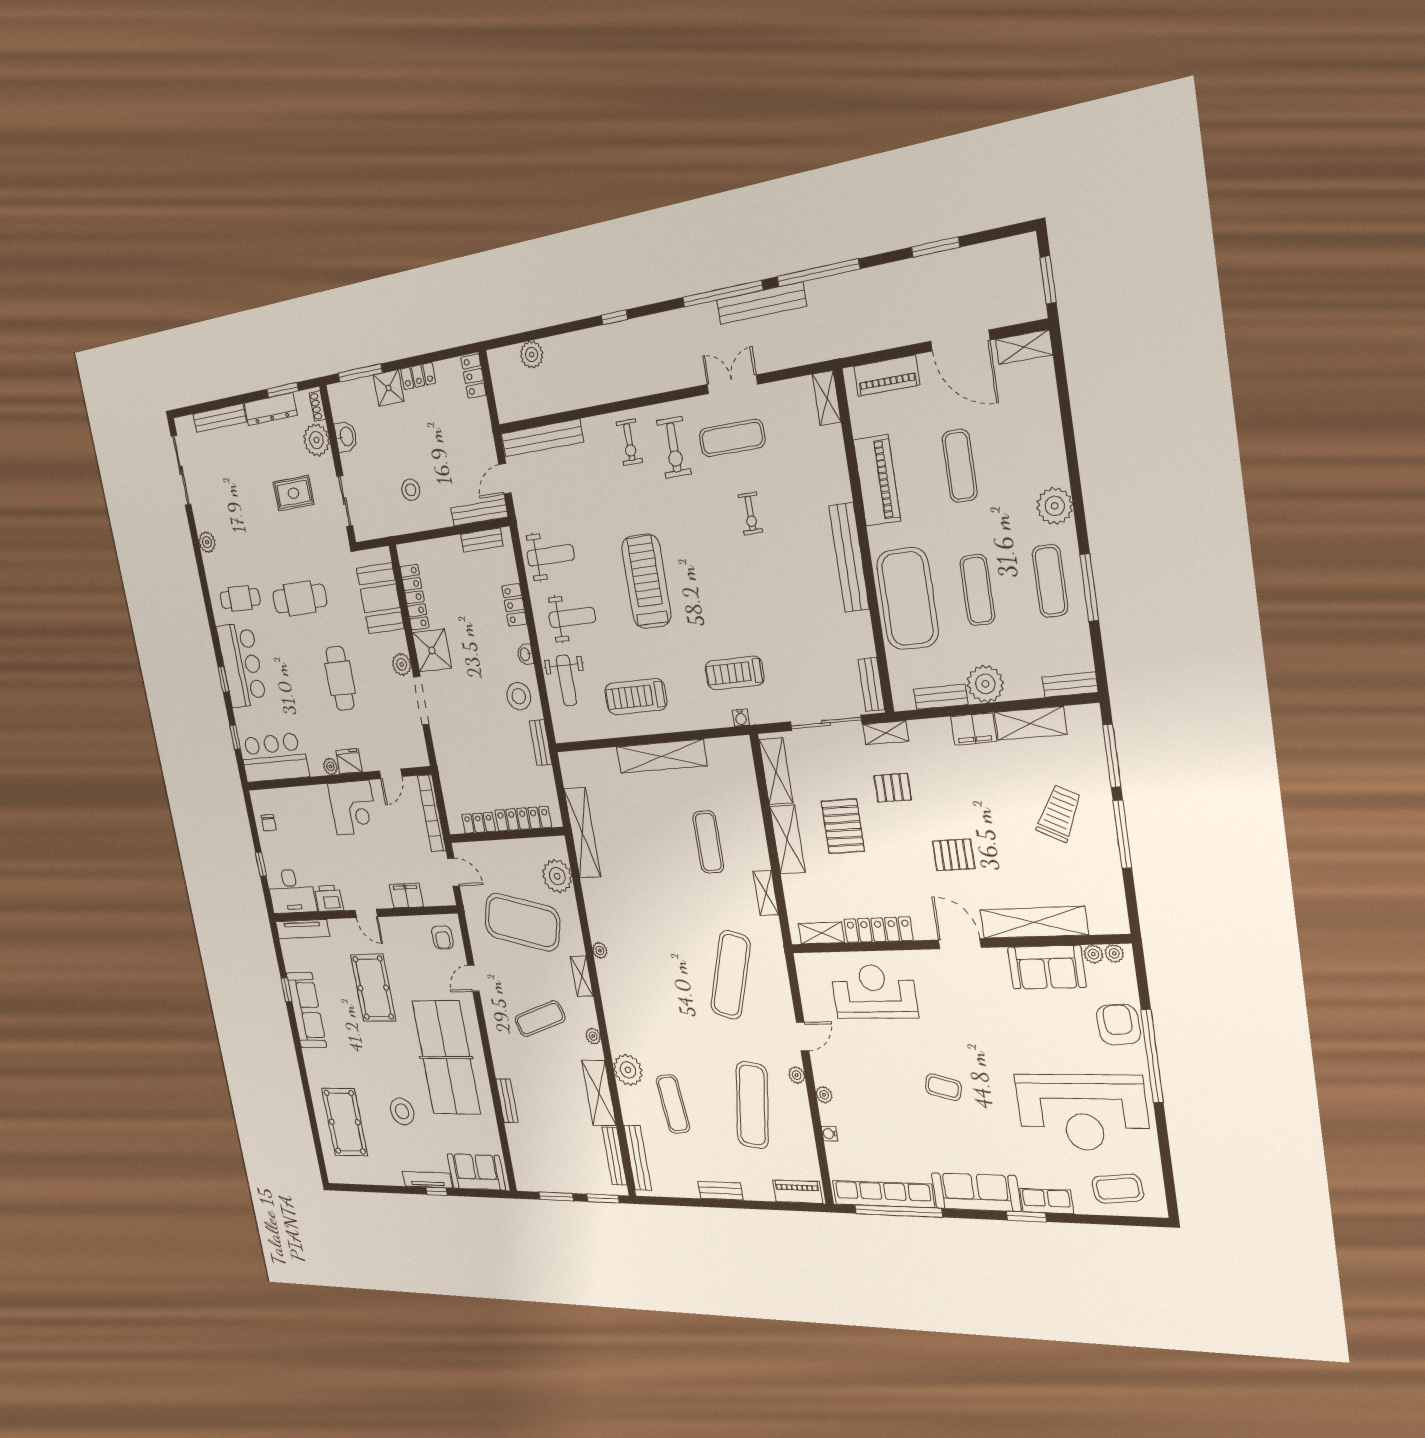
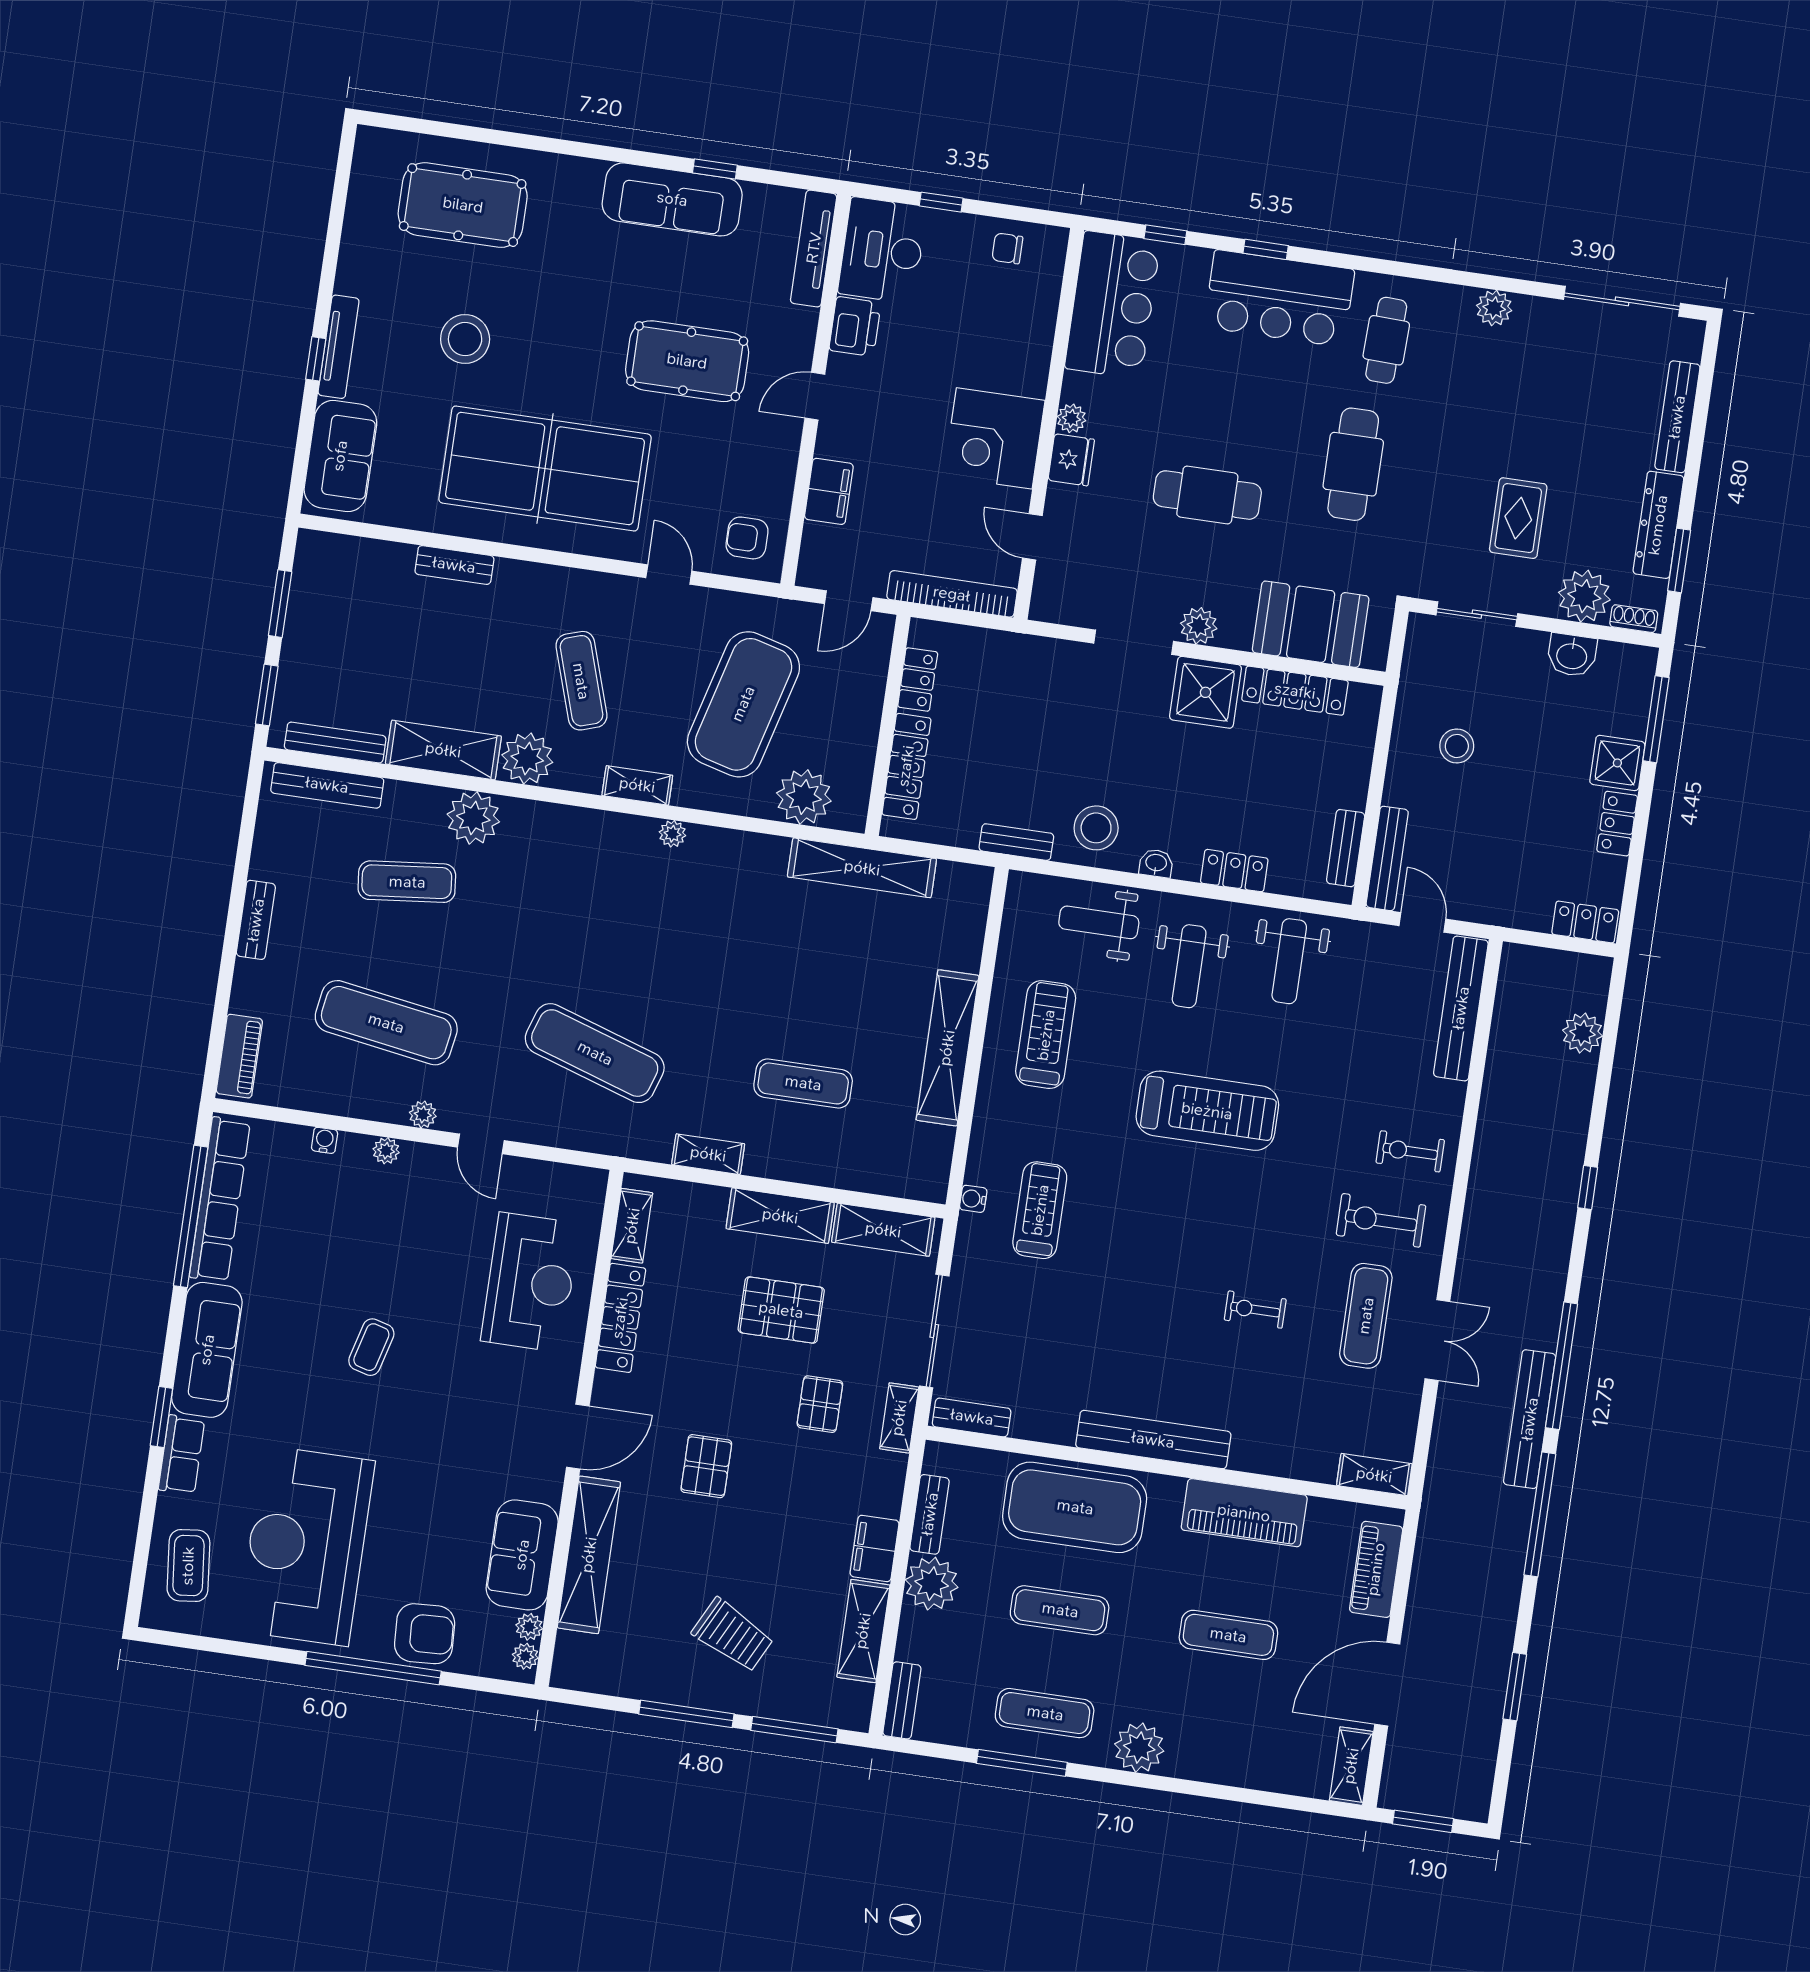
plant: (593, 1036) -> (527, 759), width x1.87, depth x1.87

